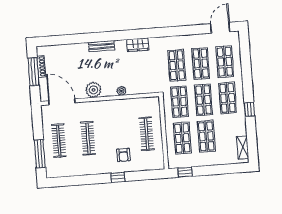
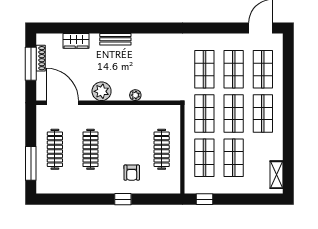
wardrobe: (138, 45) -> (76, 41), moved
window: (249, 109) -> (288, 129), removed

